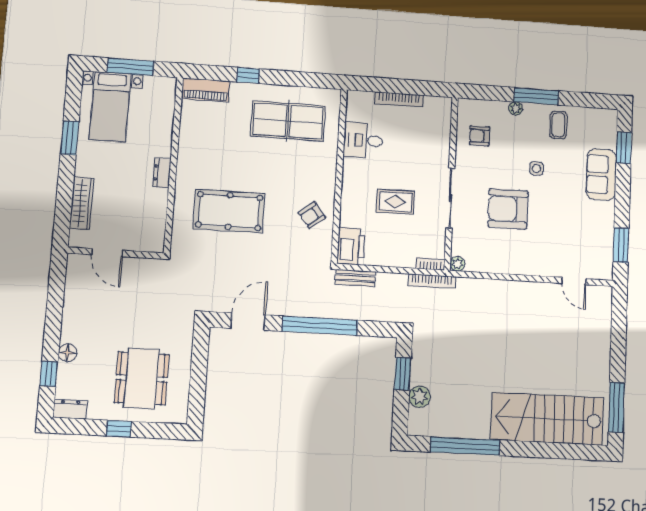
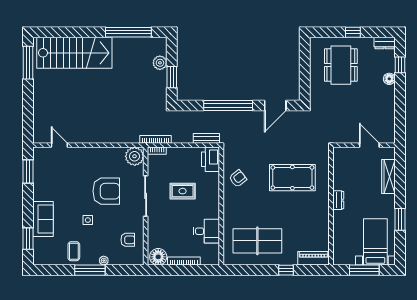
floor lamp: (436, 108) -> (158, 257), added
plant: (457, 264) -> (135, 156), width x1.88, depth x1.88

